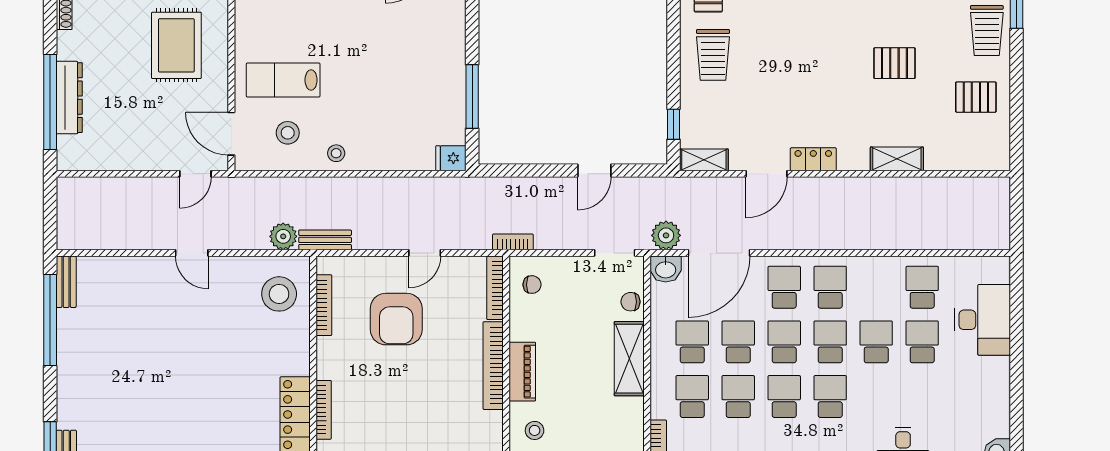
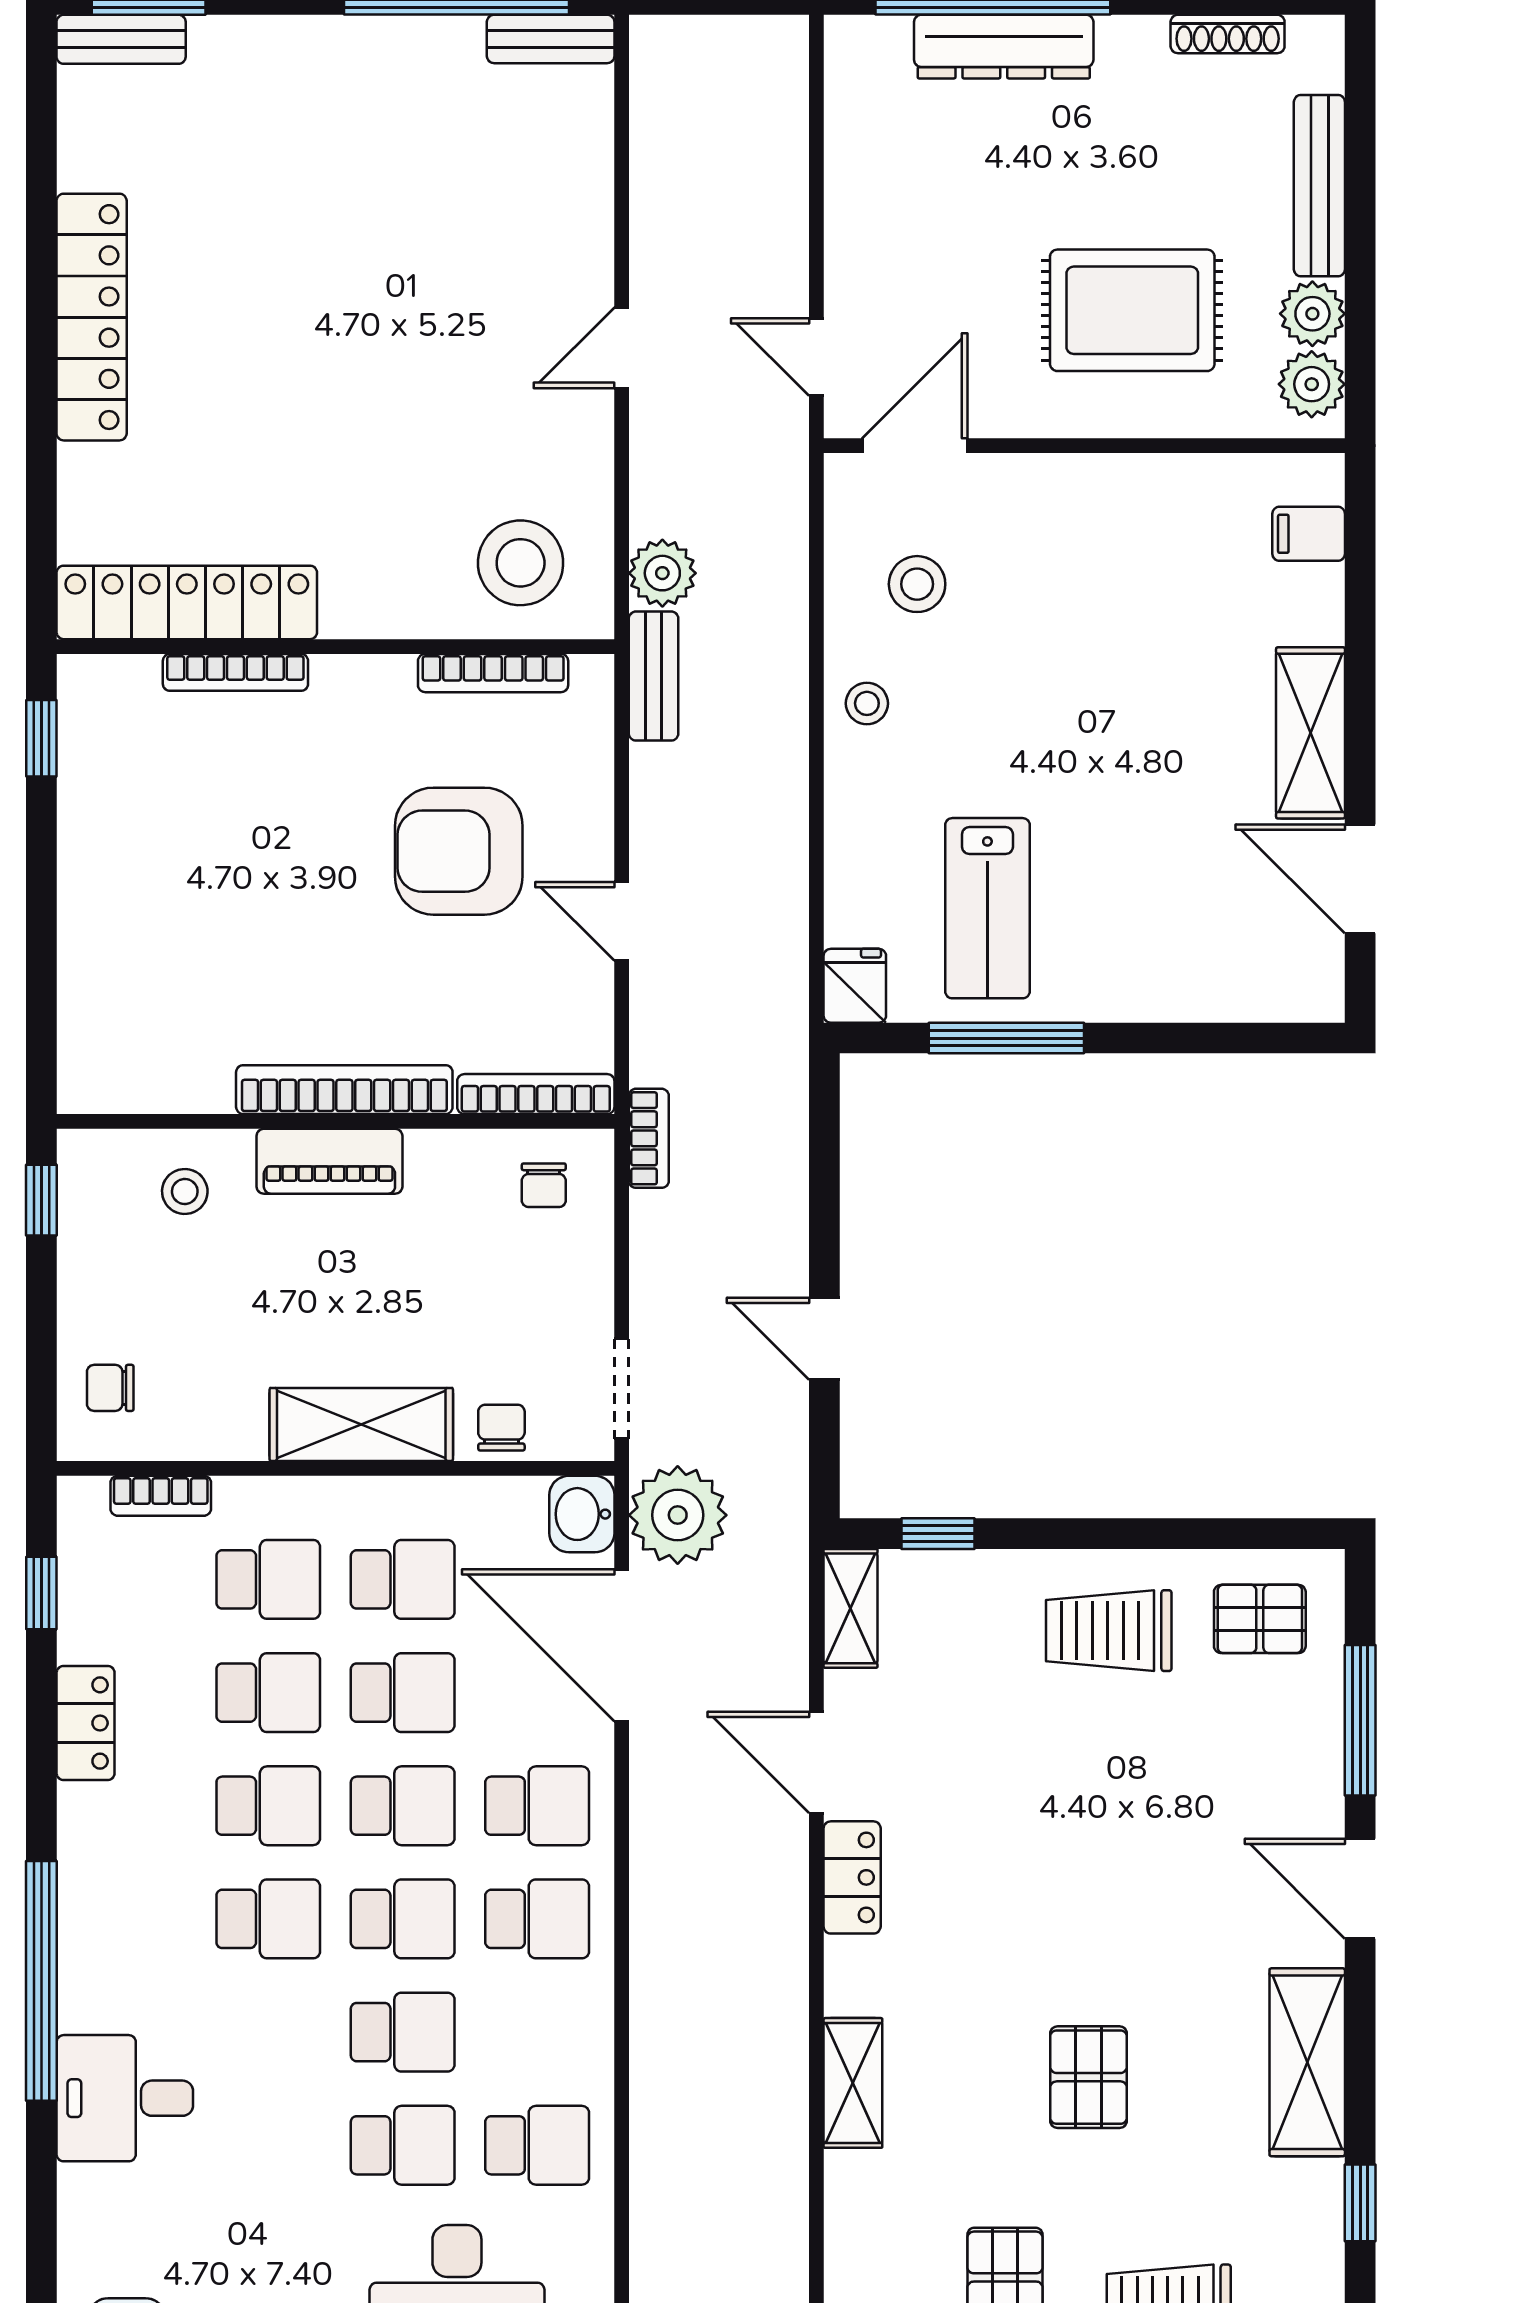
lab bench: (283, 80) -> (987, 908), moved, turned 180
plant: (666, 235) -> (678, 1515), width x1.36, depth x1.36

